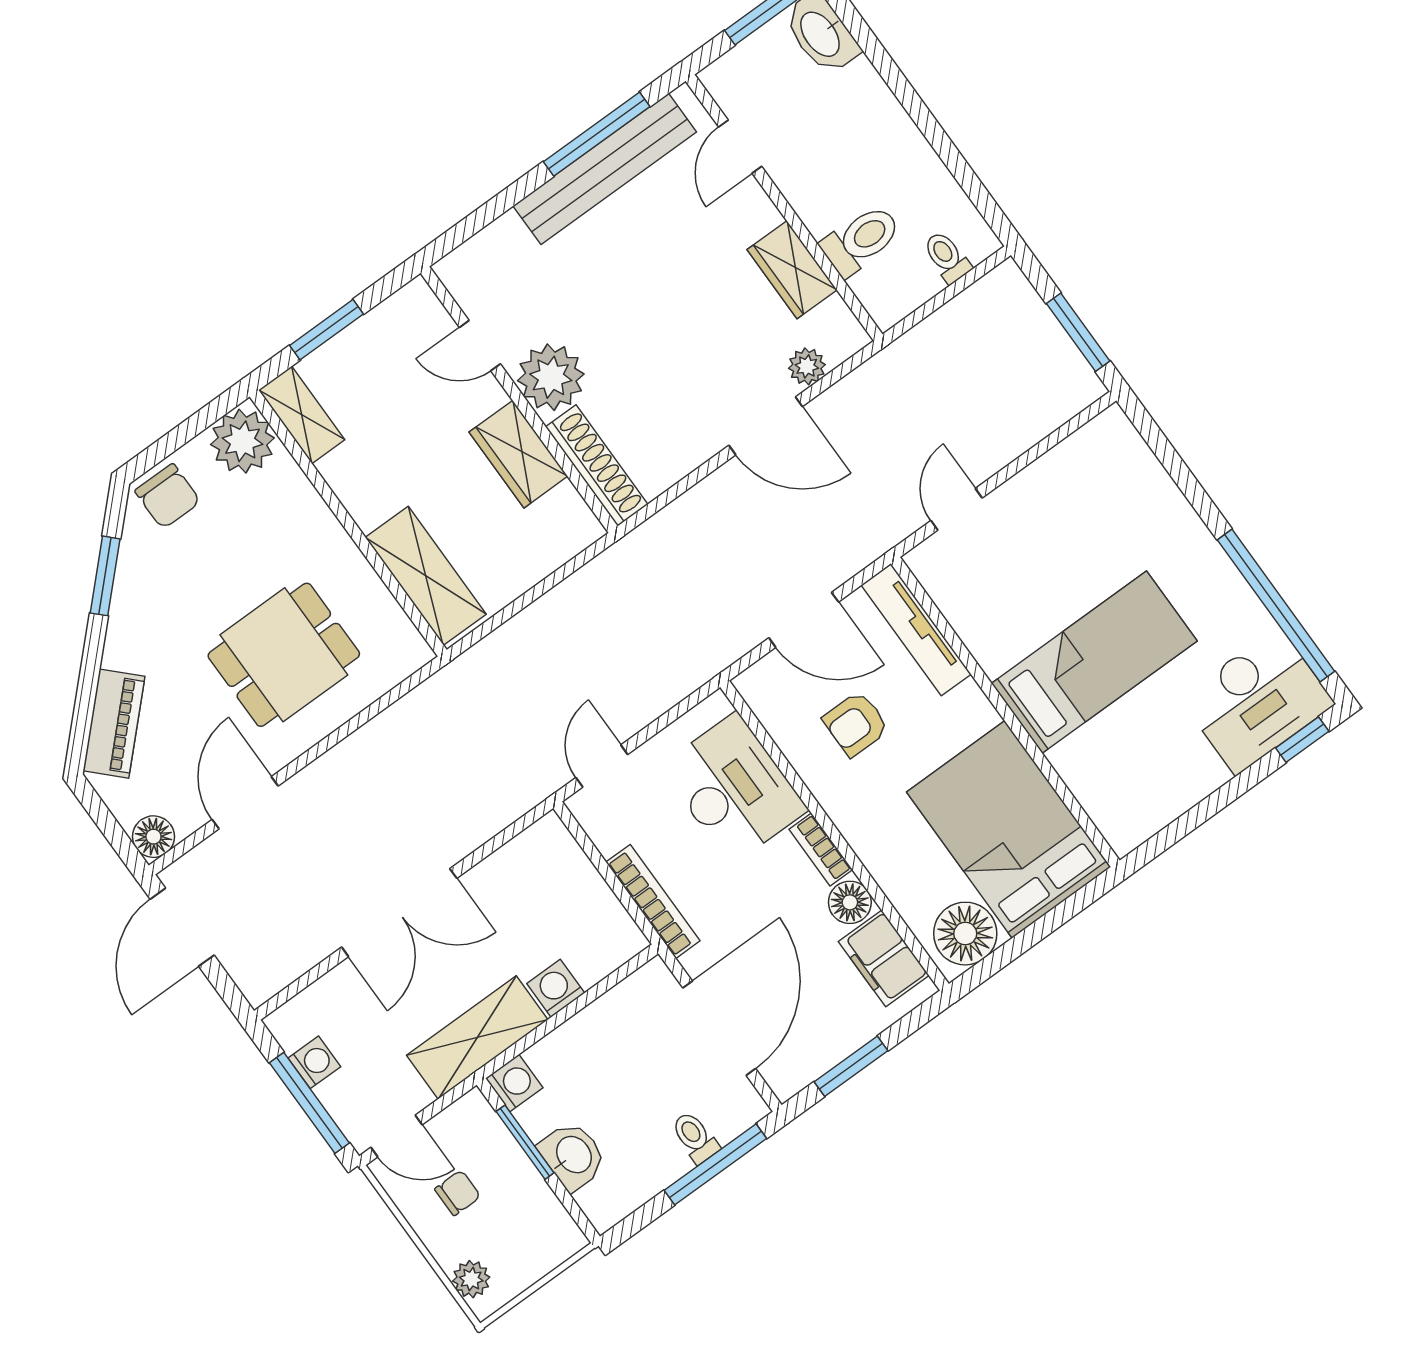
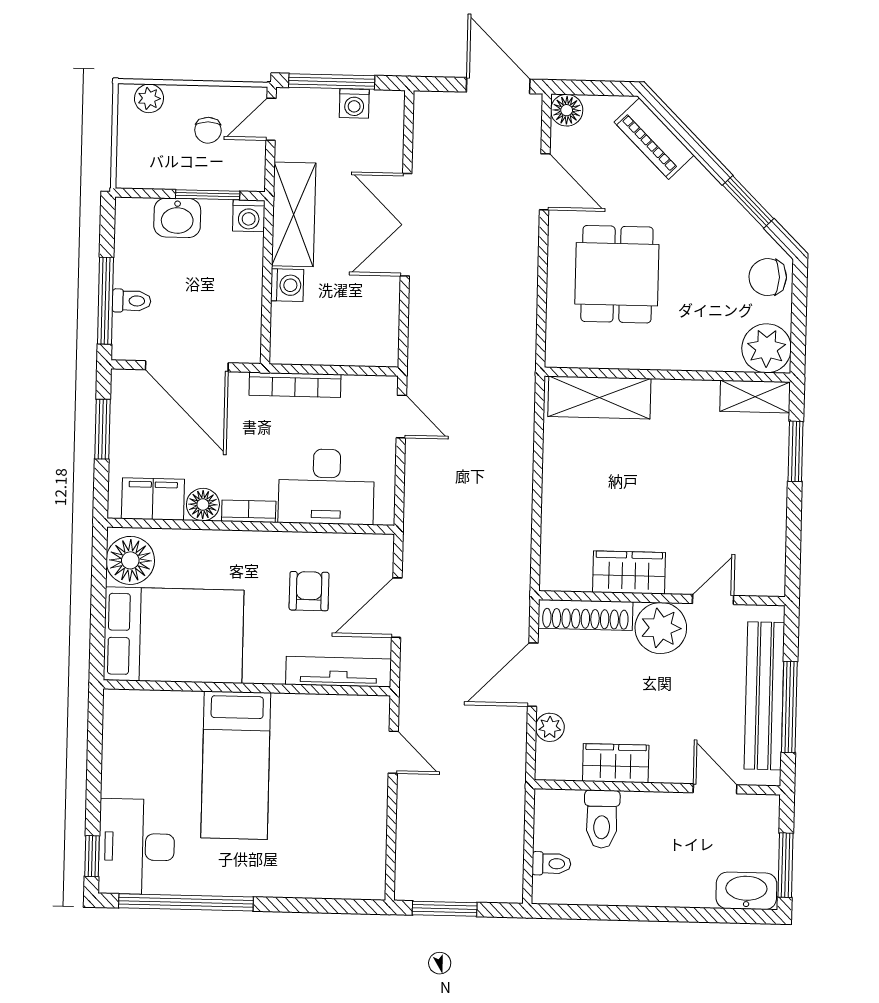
door: (480, 346) -> (713, 599), moved
plant: (551, 377) -> (661, 628), moved
wall: (519, 400) -> (662, 598), moved
wardrobe: (518, 454) -> (629, 572), moved
shoe rack: (597, 466) -> (585, 615), moved

